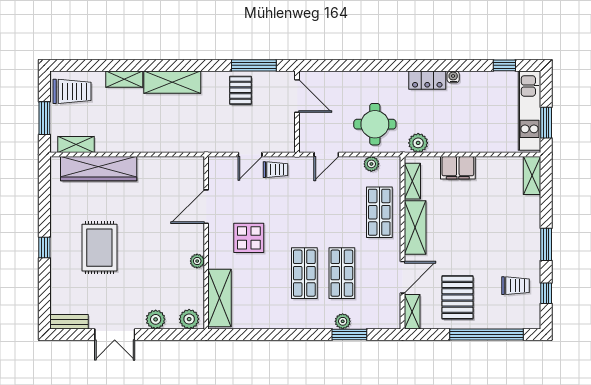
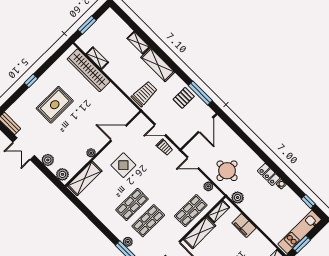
trolley: (72, 91) -> (144, 94), moved, turned -90
shelving: (76, 144) -> (97, 58), moved

